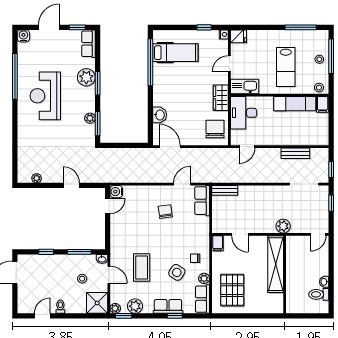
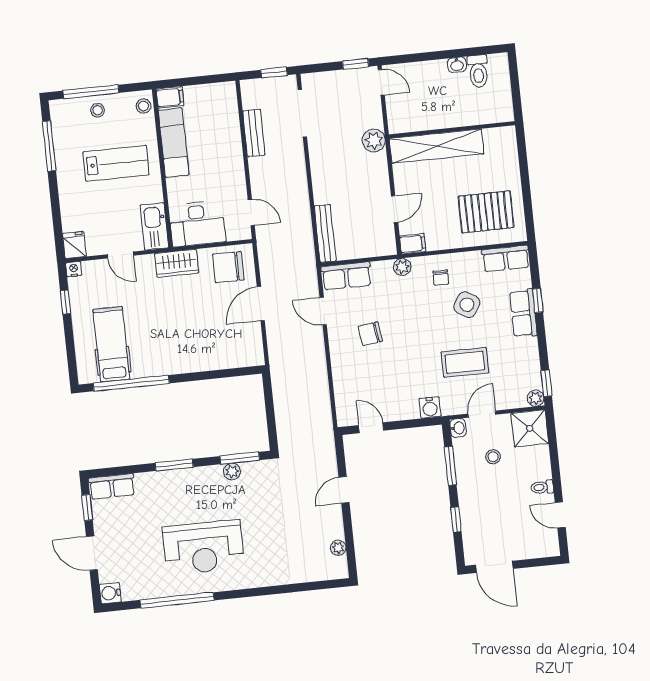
plant: (86, 77) -> (167, 484), removed
washbasin: (160, 115) -> (215, 359), removed
door: (170, 147) -> (261, 304), moved
bench: (225, 190) -> (325, 233), width x1.36
water cooler: (116, 192) -> (430, 407), moved
window: (331, 203) -> (356, 64), moved
plant: (204, 278) -> (402, 267), moved
plant: (135, 306) -> (528, 367), removed

